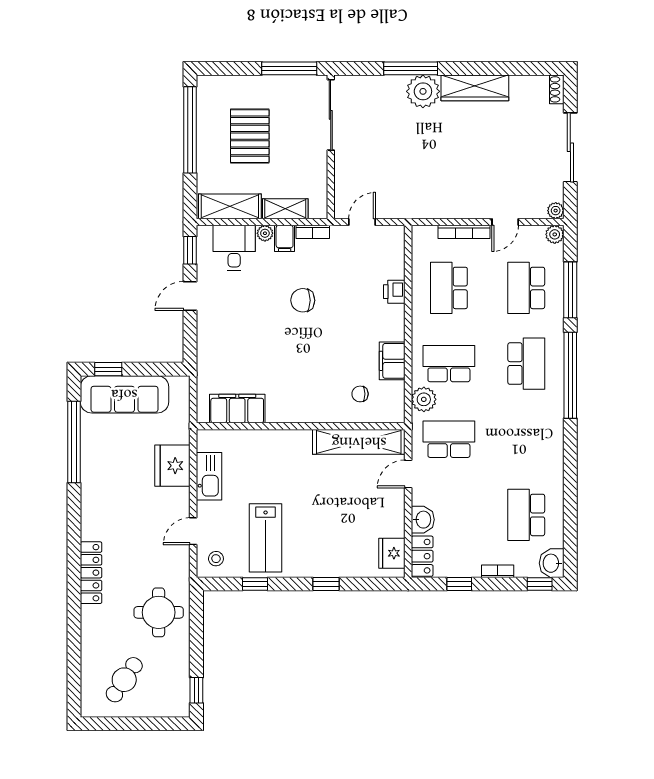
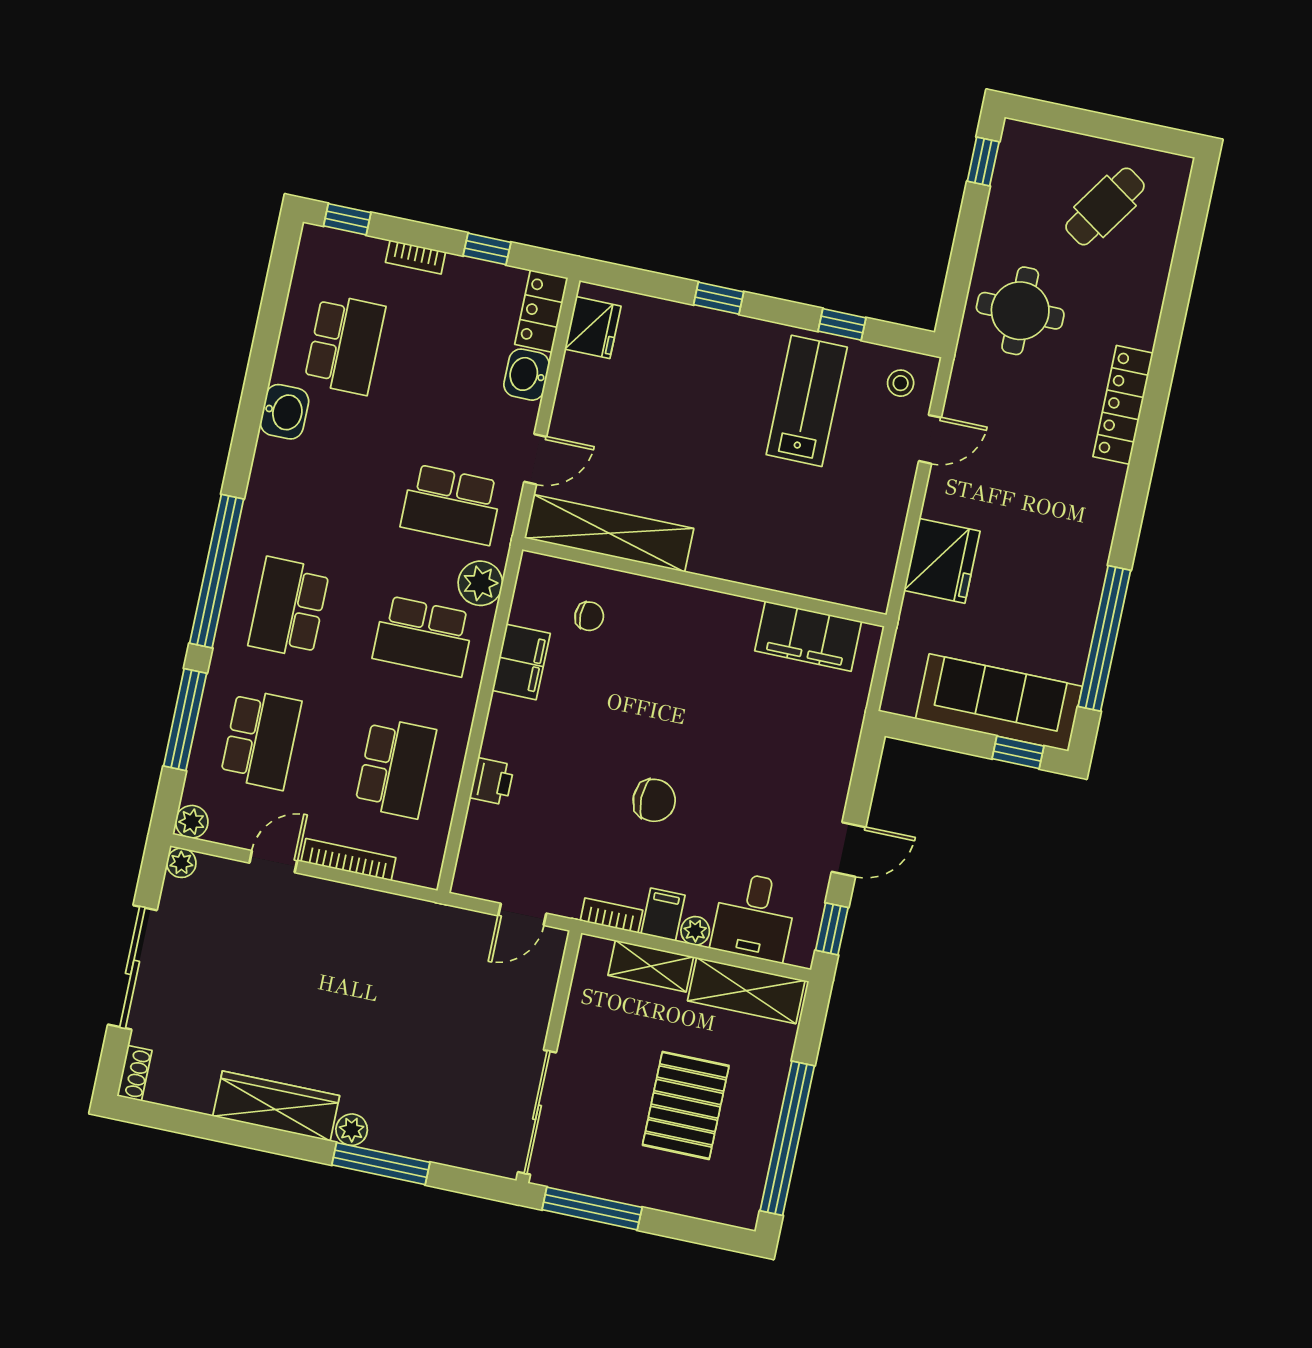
plant: (423, 91) -> (352, 1130), width x0.53, depth x0.53
kitchen sink: (209, 476) -> (882, 529), removed
washbasin: (552, 563) -> (284, 412), moved

